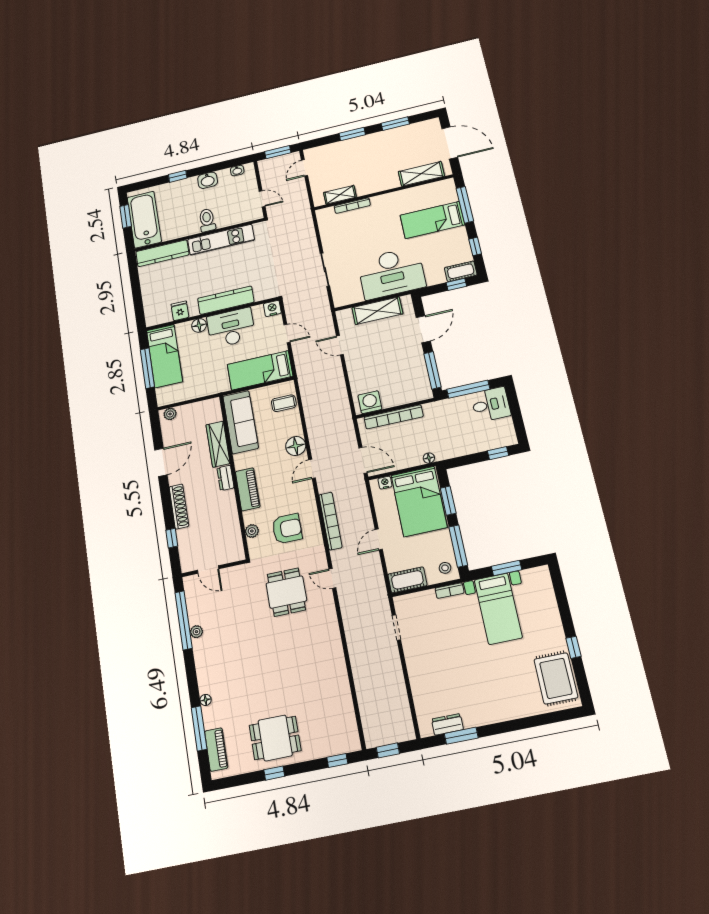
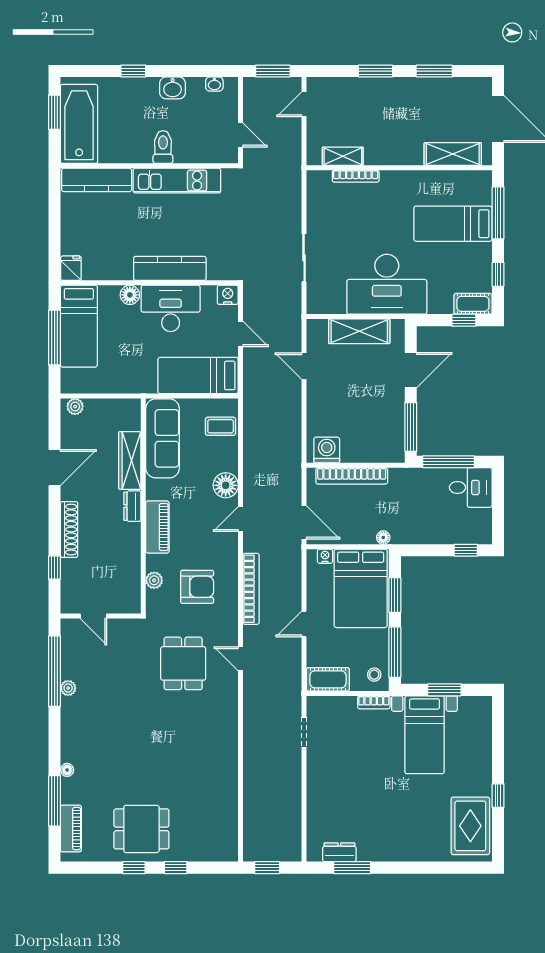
fridge: (180, 311) -> (71, 268), moved
window: (337, 760) -> (176, 868), moved

